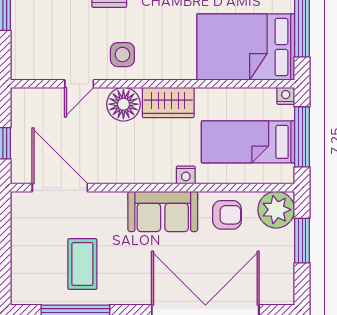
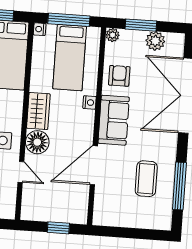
door: (60, 188) -> (94, 165), moved
plant: (276, 210) -> (113, 35), width x0.53, depth x0.53
plant: (281, 263) -> (155, 41), added
coffee table: (82, 264) -> (146, 179), turned 90

